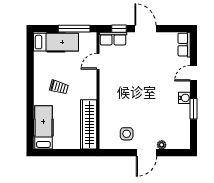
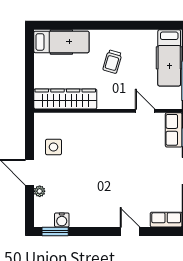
water cooler: (184, 98) -> (62, 220), moved
window: (194, 109) -> (55, 231), moved

